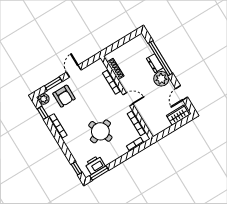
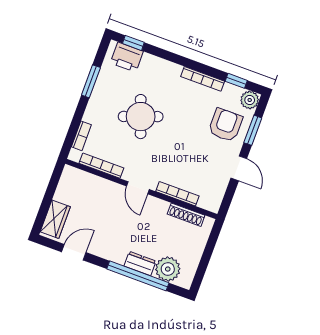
plant: (161, 79) -> (168, 269), moved
door: (182, 93) -> (74, 252), hinge flipped
armchair: (64, 96) -> (225, 125), turned 90
door: (128, 99) -> (138, 188), hinge flipped
printer: (95, 165) -> (127, 57), moved, turned 90
window: (99, 173) -> (91, 81), moved

